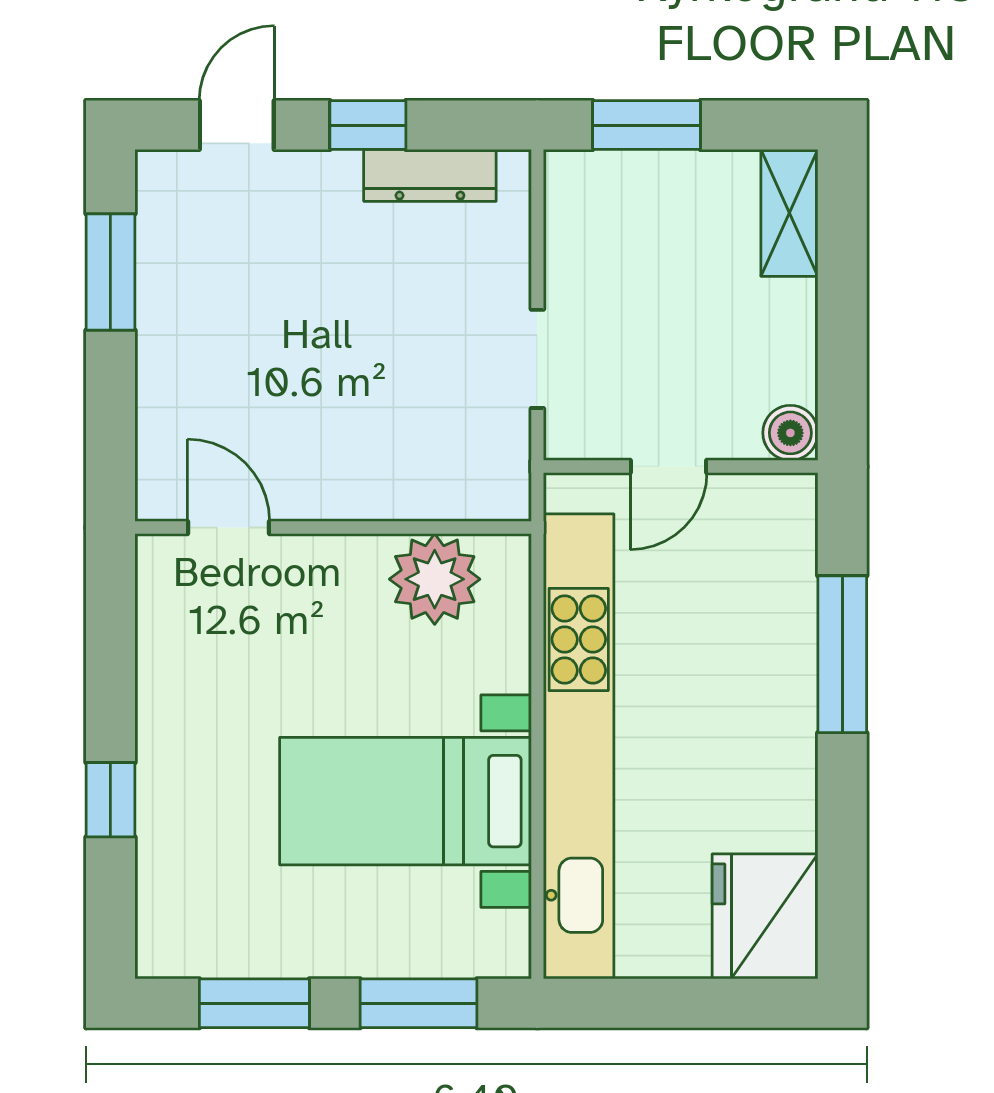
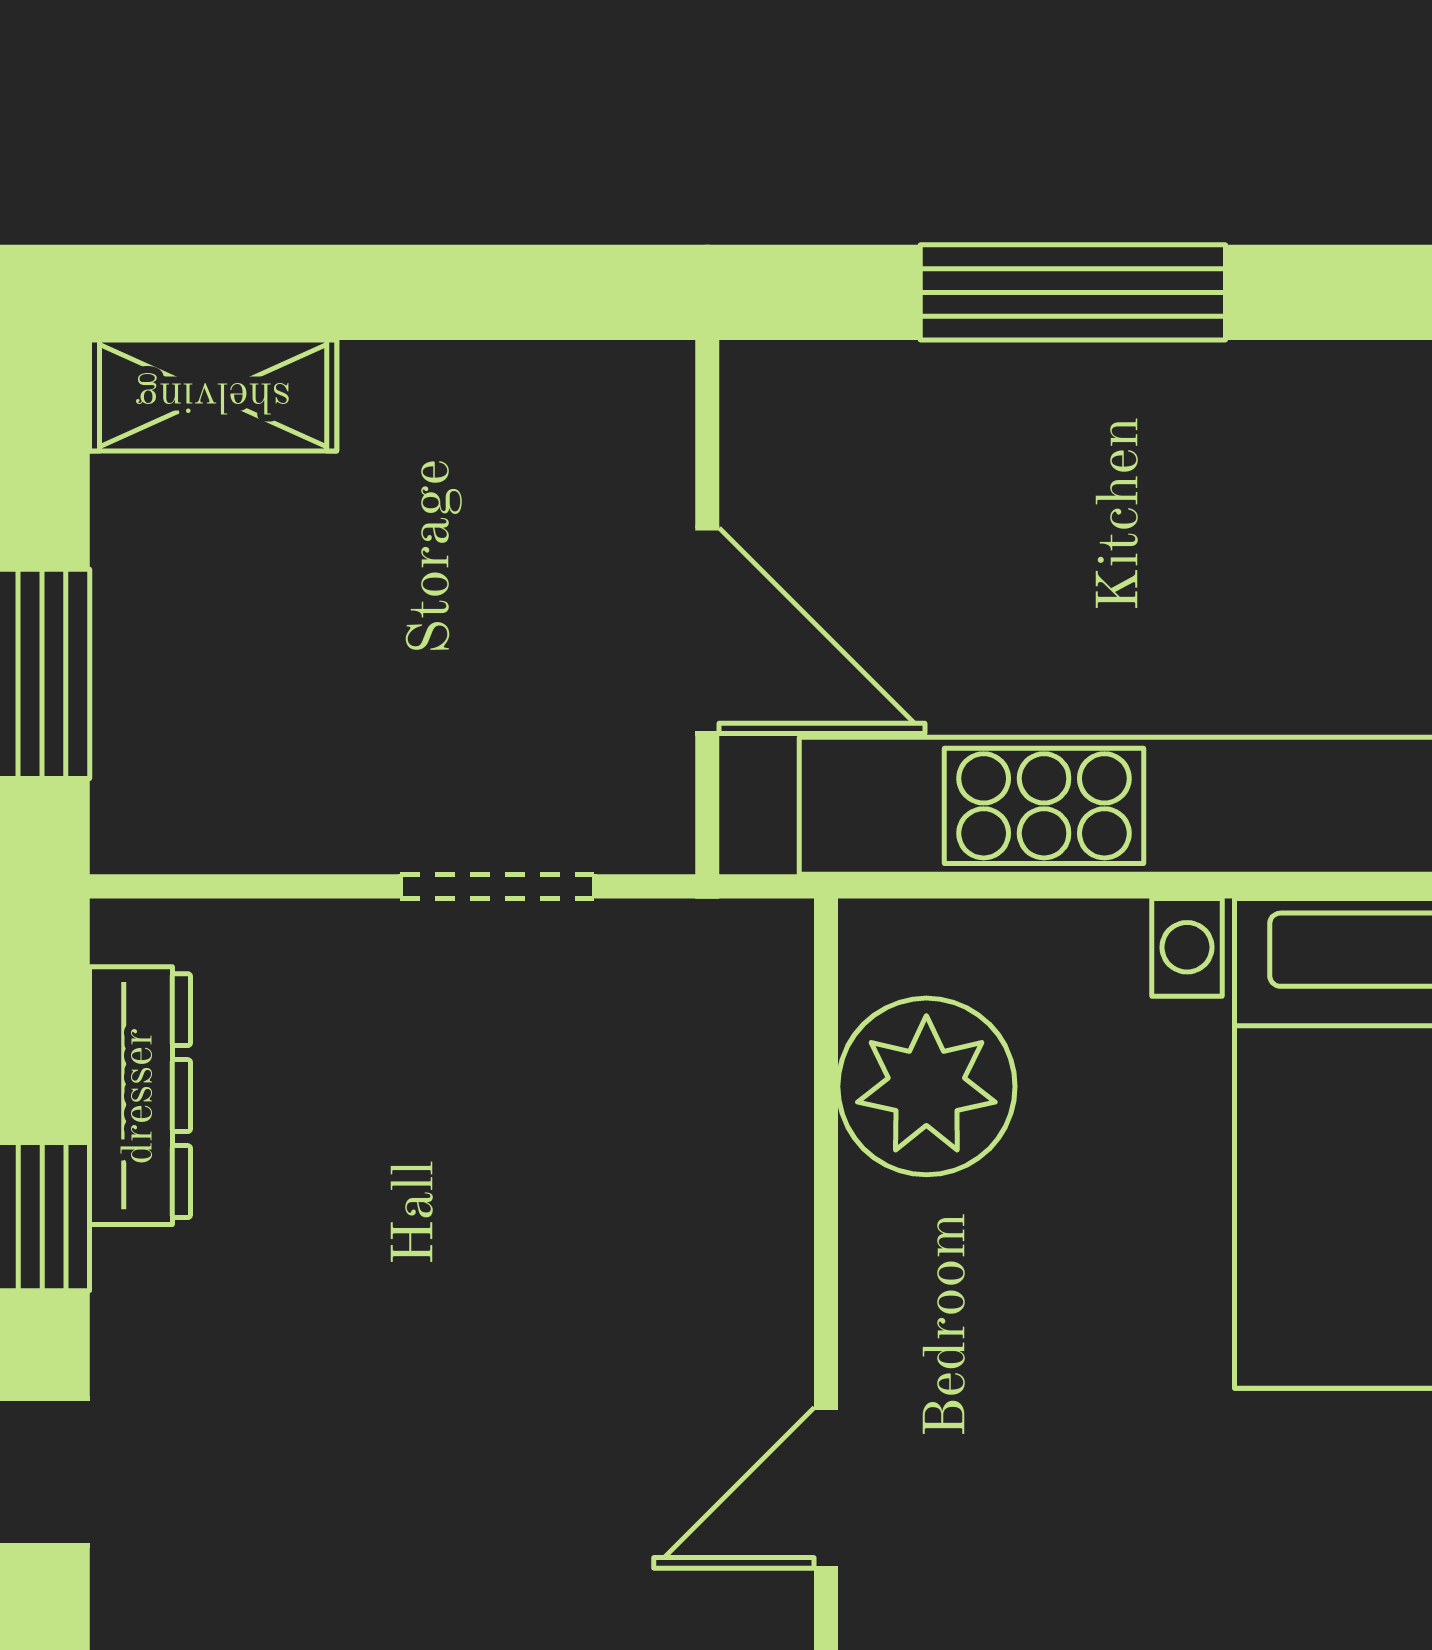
boiler: (790, 433) -> (642, 394), removed
door: (669, 467) -> (707, 631), width x1.38

